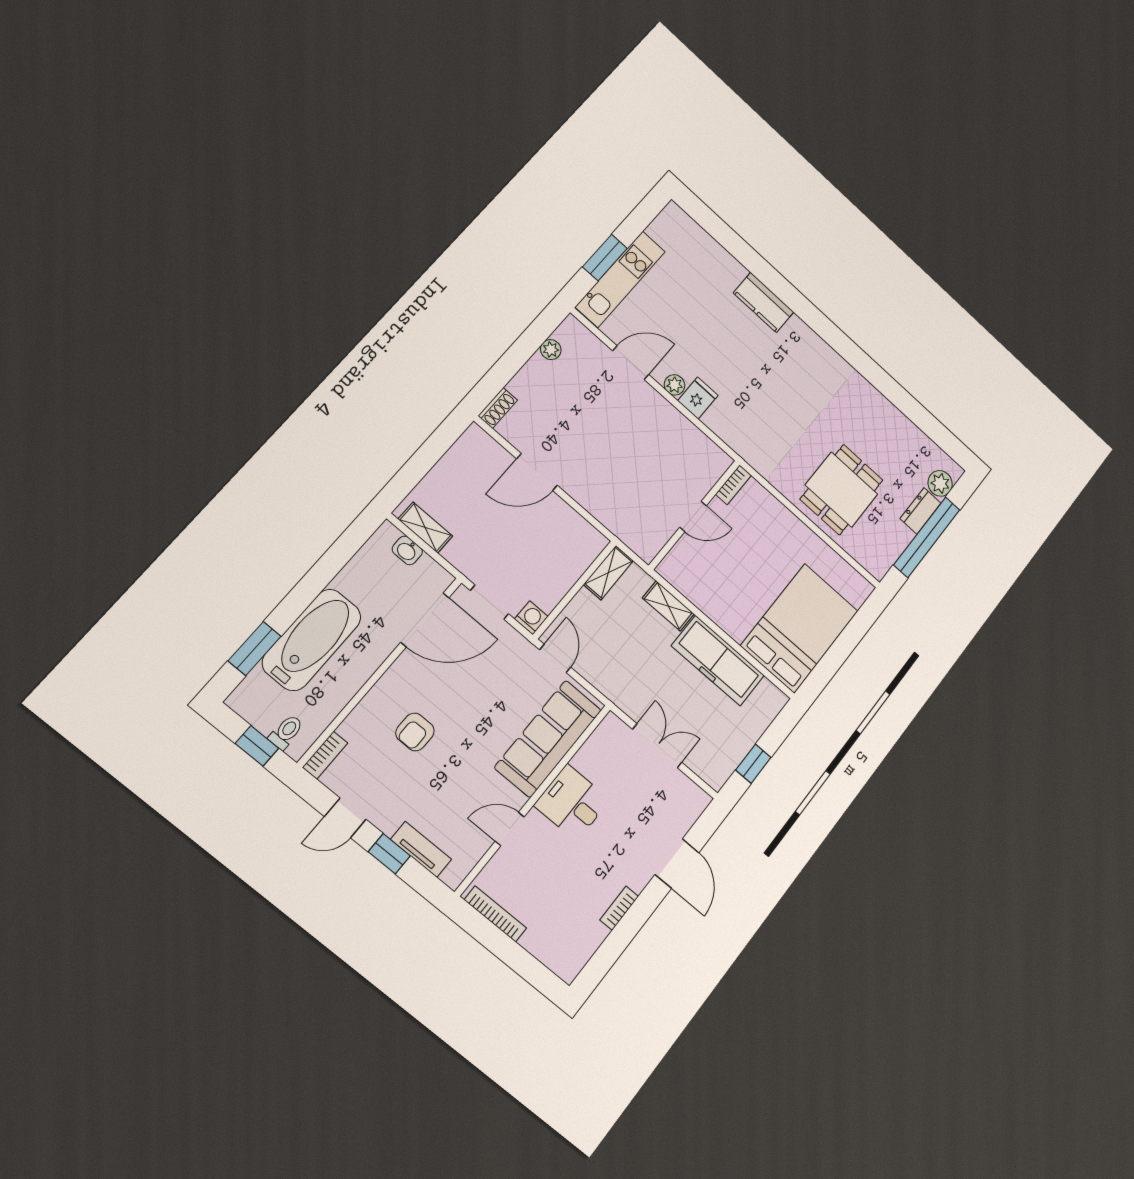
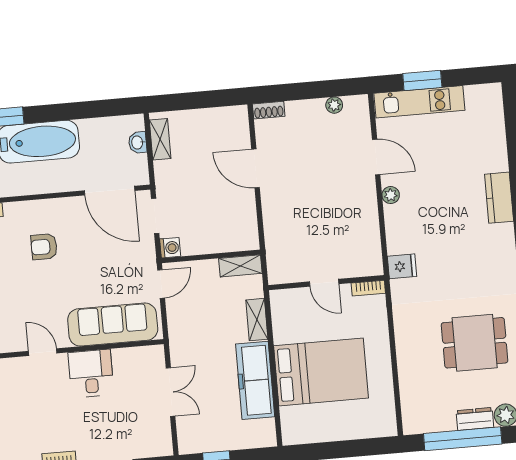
fridge: (698, 398) -> (402, 266), moved
dining table: (842, 490) -> (475, 343), moved
bed: (800, 628) -> (321, 372), moved

